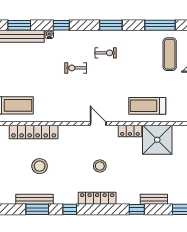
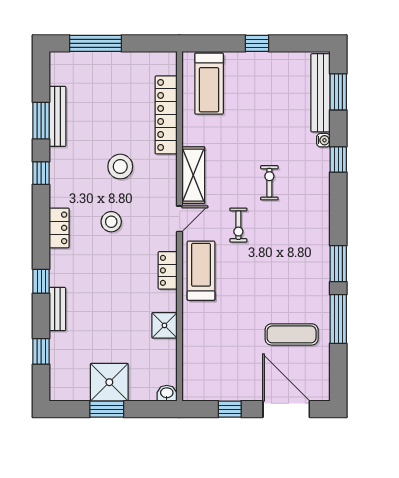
window: (111, 25) -> (338, 264), moved
exercise bike: (106, 53) -> (238, 225), moved
treadmill: (147, 106) -> (201, 271), moved
shelving: (71, 115) -> (193, 175), added
shower: (157, 140) -> (164, 325), width x0.54, depth x0.54
stool: (40, 166) -> (120, 167), moved
locker: (97, 198) -> (59, 228), width x0.66

